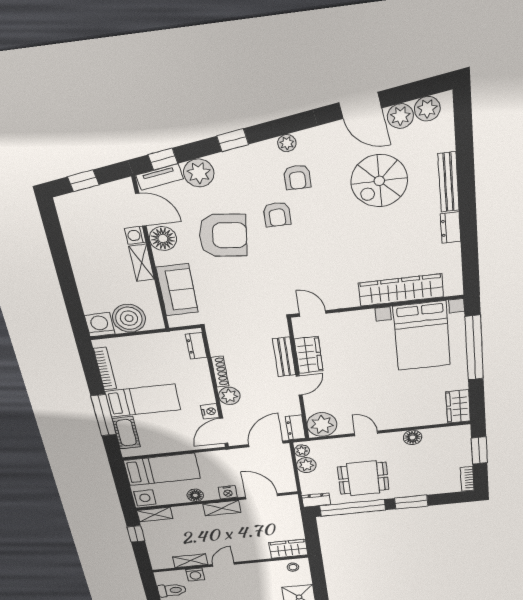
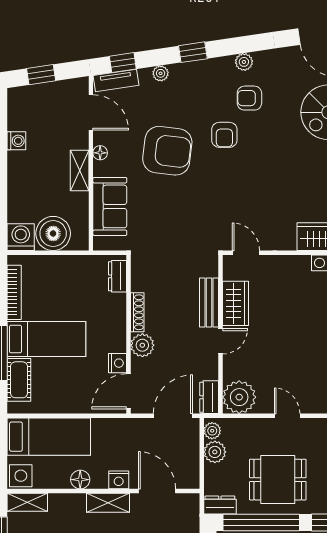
plant: (199, 173) -> (161, 73), width x0.53, depth x0.53
armchair: (297, 177) -> (249, 98), turned 90
washing machine: (135, 235) -> (16, 141), moved, turned 180
floor lamp: (163, 239) -> (100, 153), width x0.53, depth x0.53

